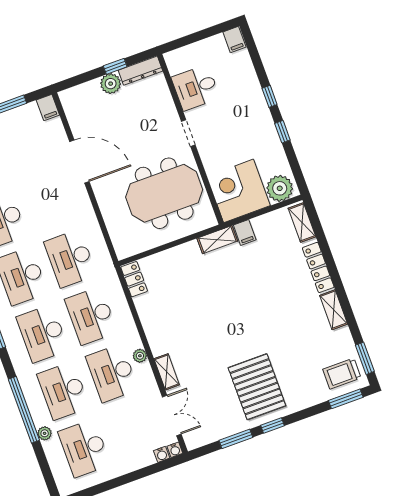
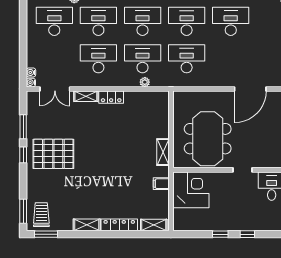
plant: (280, 188) -> (182, 218), removed
shelving: (217, 240) -> (163, 152), moved
locker: (134, 279) -> (111, 97), moved
plant: (140, 356) -> (145, 82), moved

